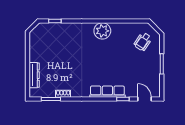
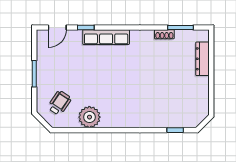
plant: (102, 31) -> (89, 117), moved
door: (144, 99) -> (57, 27), hinge flipped

